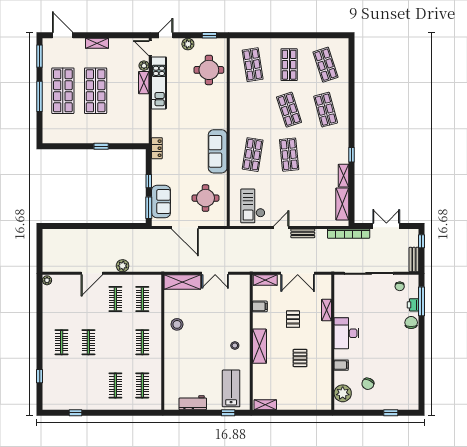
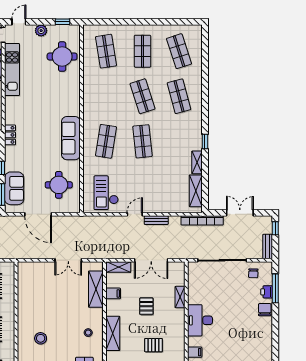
shelving: (182, 282) -> (96, 289), moved, turned 90
stool: (177, 324) -> (41, 338), moved
pallet: (300, 358) -> (153, 345), turned 90

